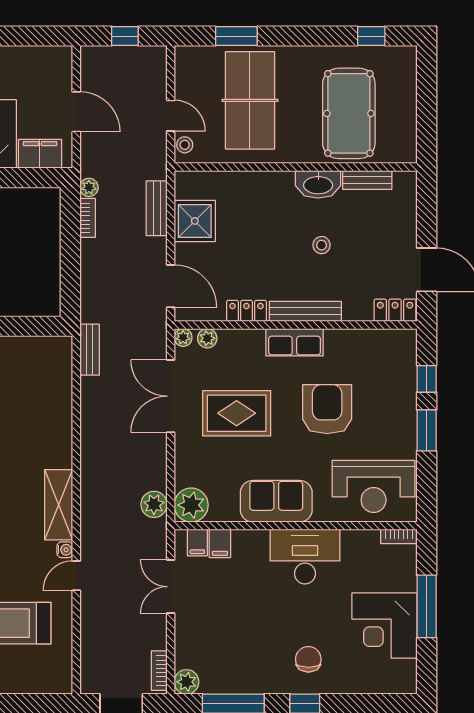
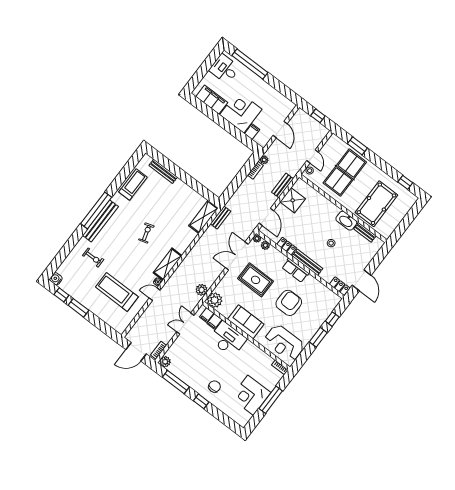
filing cabinet: (40, 154) -> (252, 132), width x0.50
shelving: (58, 372) -> (204, 217), added
desk: (305, 557) -> (228, 339), moved

